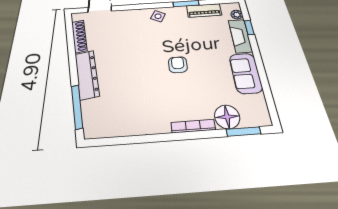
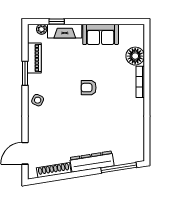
window: (243, 132) -> (147, 46), removed

